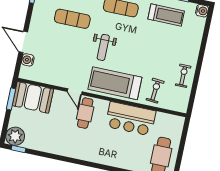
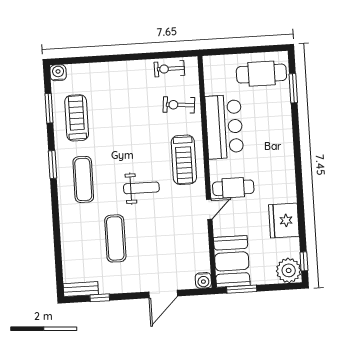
water cooler: (28, 60) -> (203, 280), moved
exercise bike: (183, 76) -> (169, 69), moved
treadmill: (115, 83) -> (184, 160), width x0.73, depth x0.73
fridge: (52, 143) -> (284, 220), added

